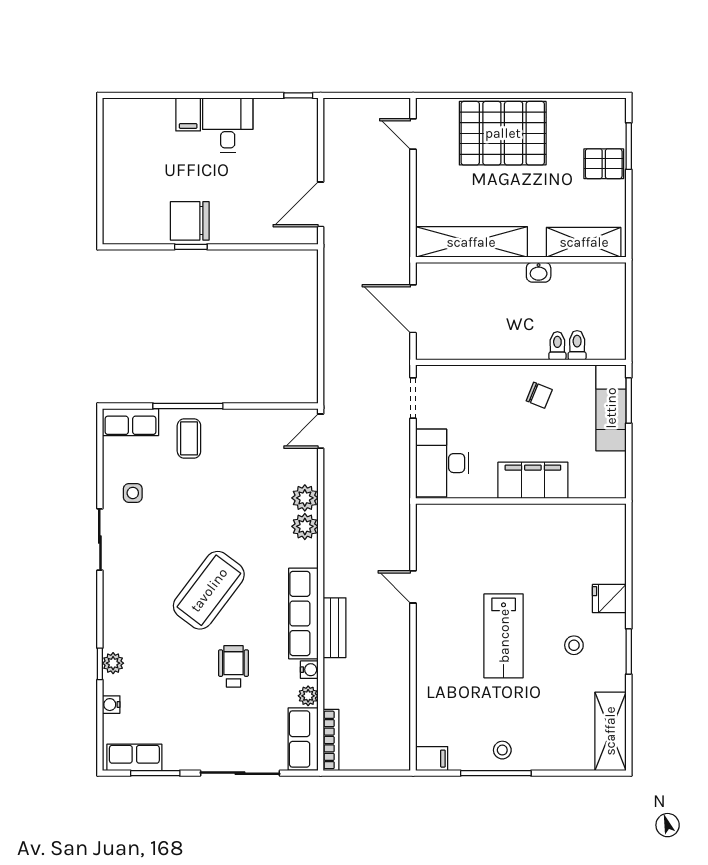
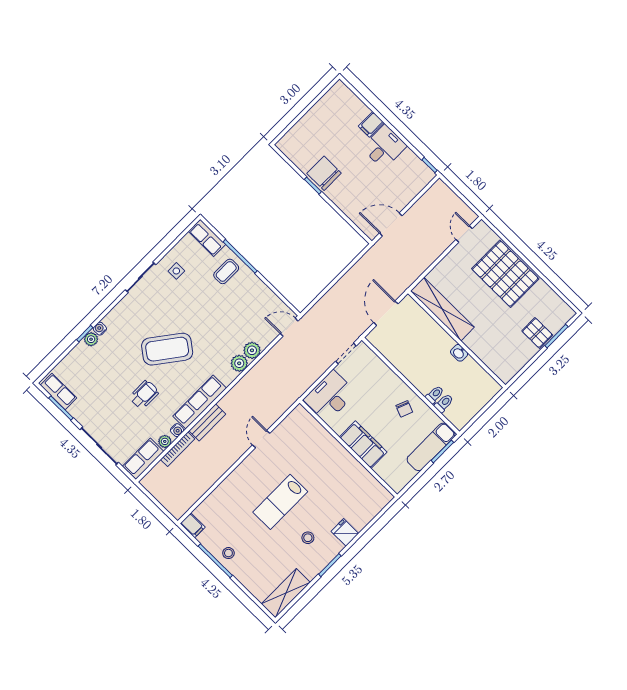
shelving: (584, 242) -> (493, 360), removed
water cooler: (111, 705) -> (100, 329), moved
bookcase: (331, 740) -> (178, 449), moved

